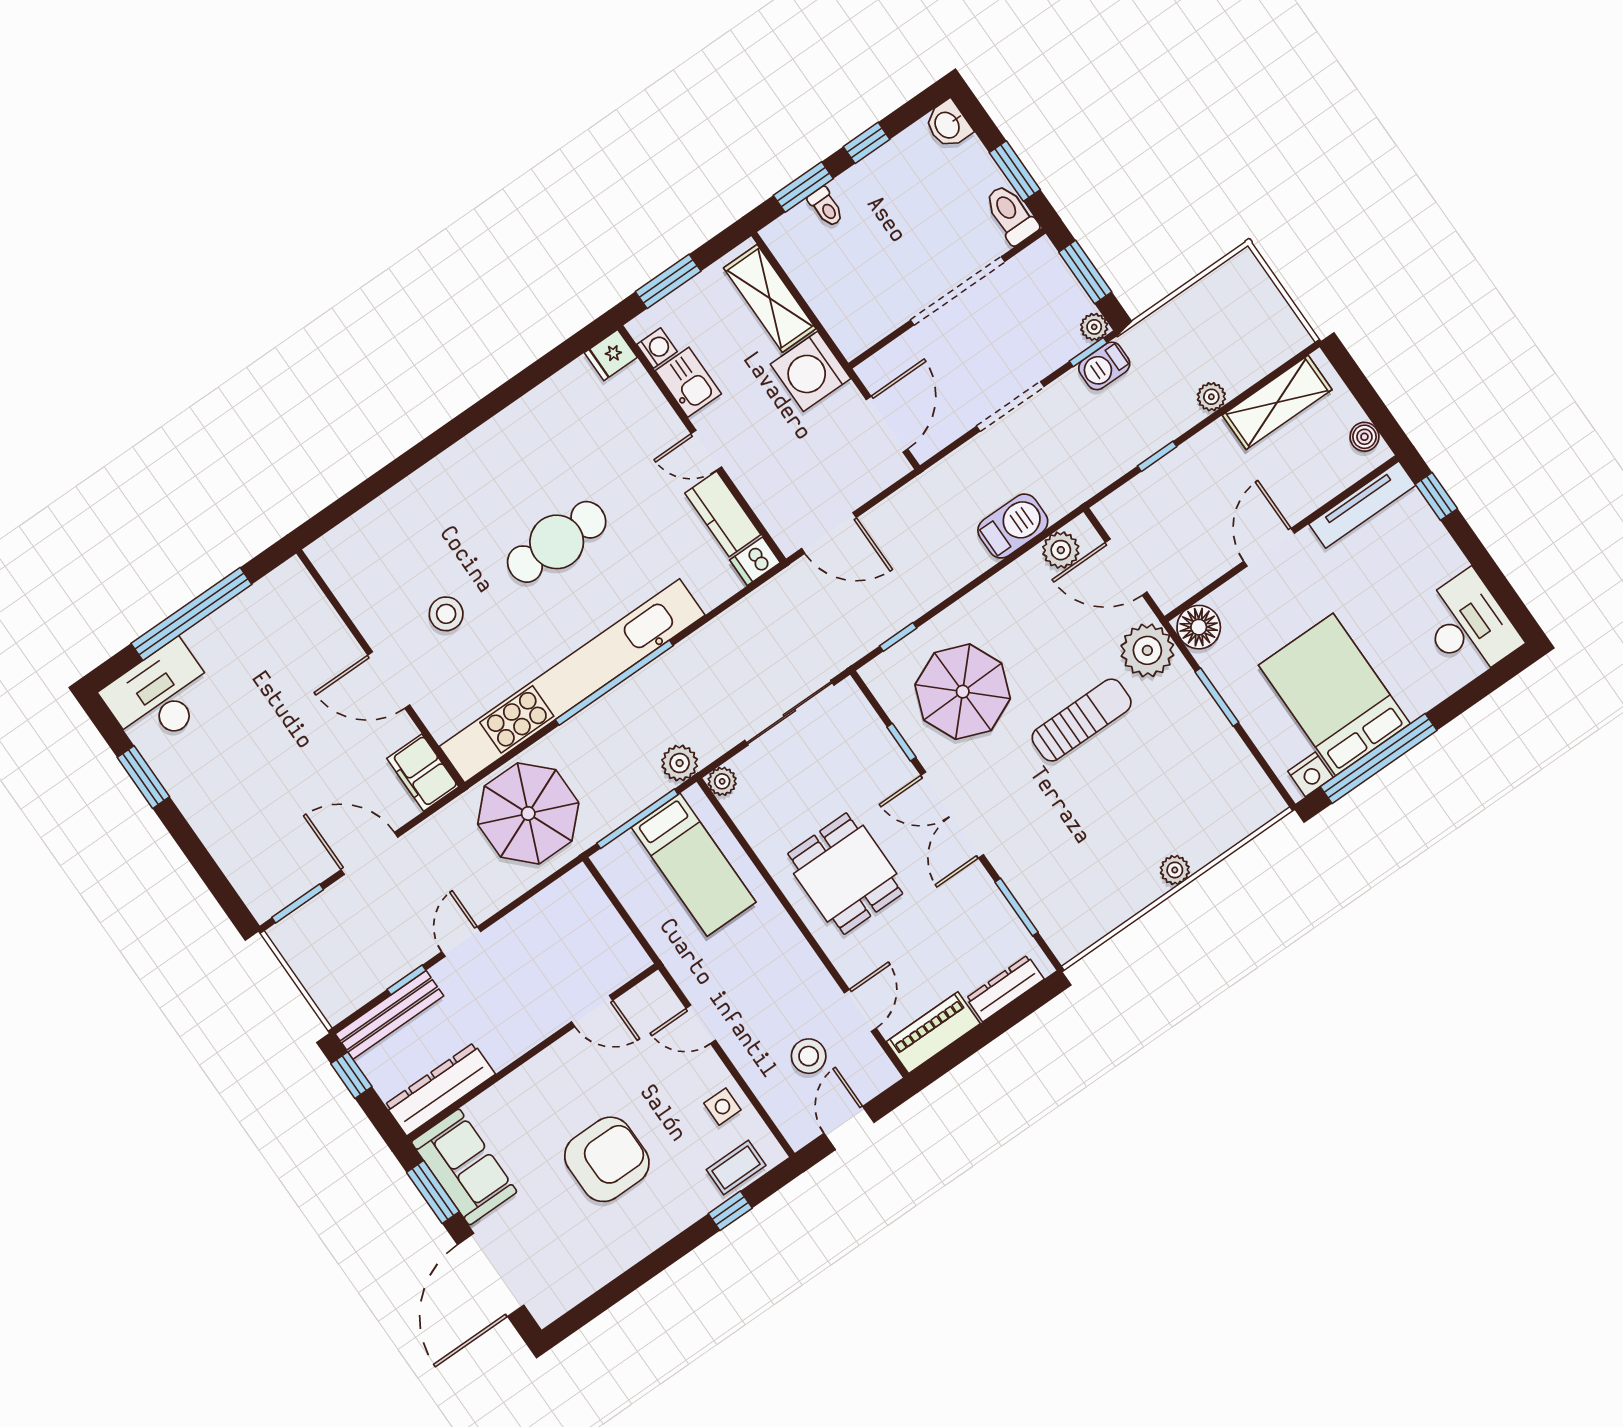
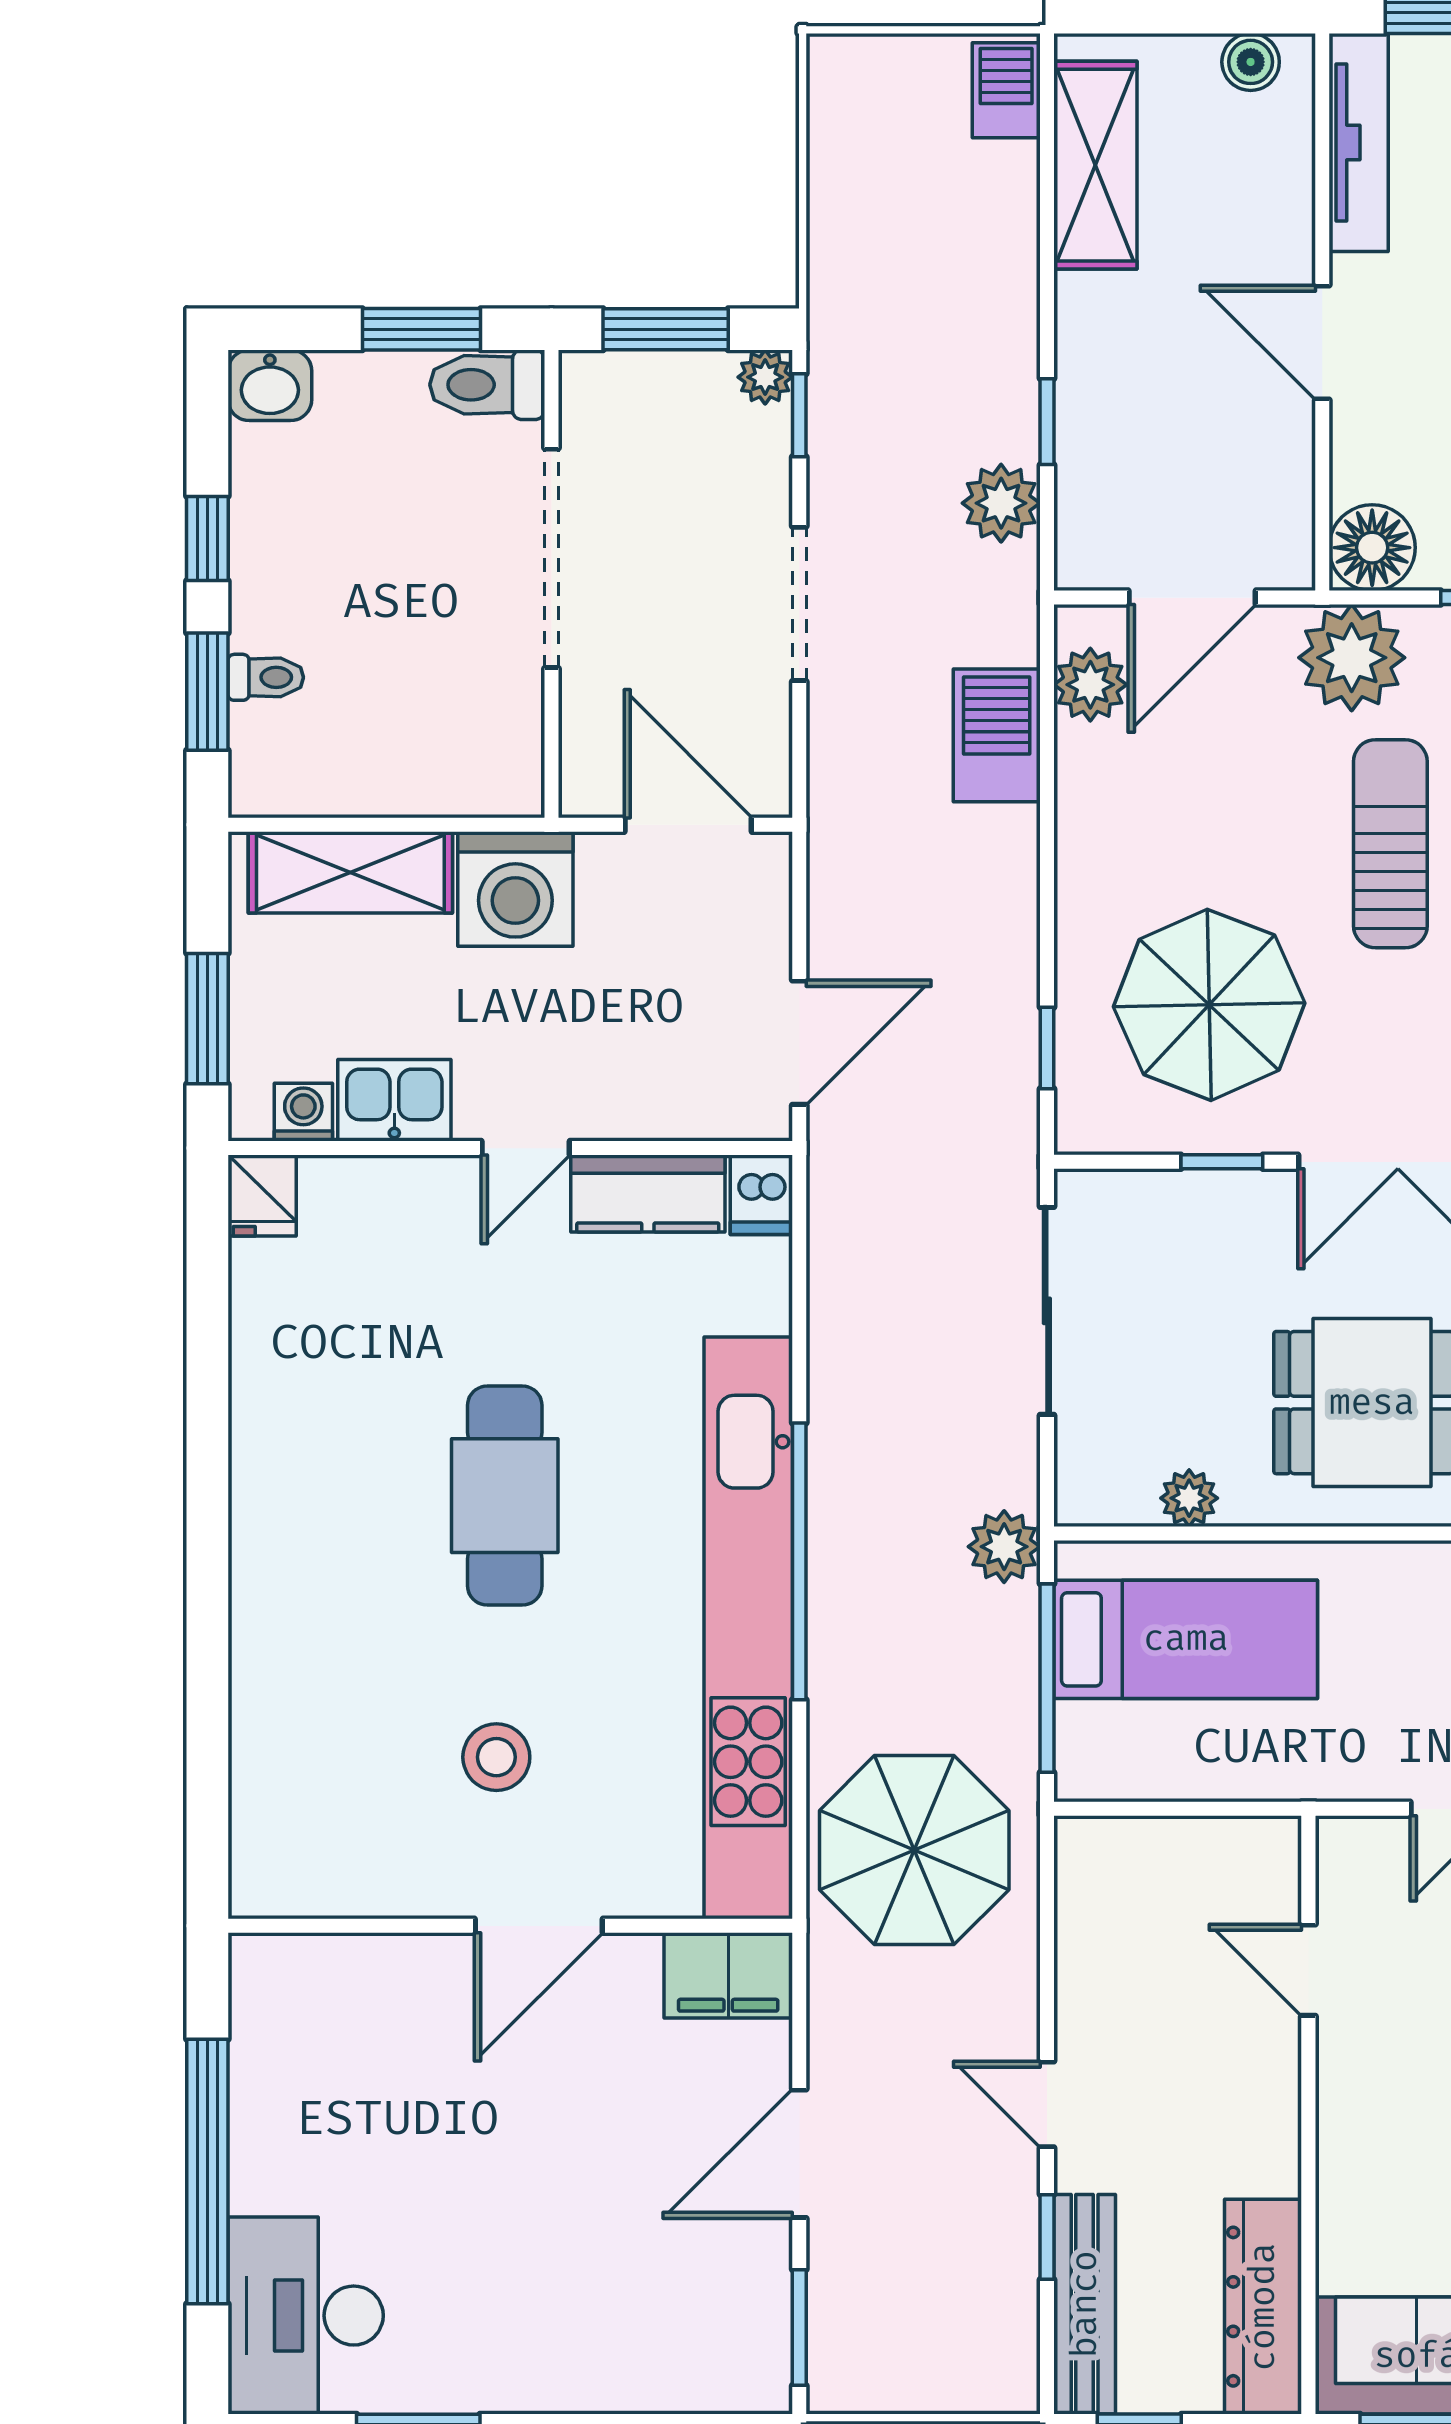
barbecue: (1104, 366) -> (1006, 90), moved, turned 180
plant: (1211, 397) -> (1001, 503), moved, width x1.38, depth x1.38
plant: (722, 781) -> (1189, 1498), moved
door: (592, 1011) -> (1308, 1970), swing flipped

